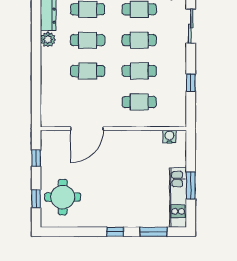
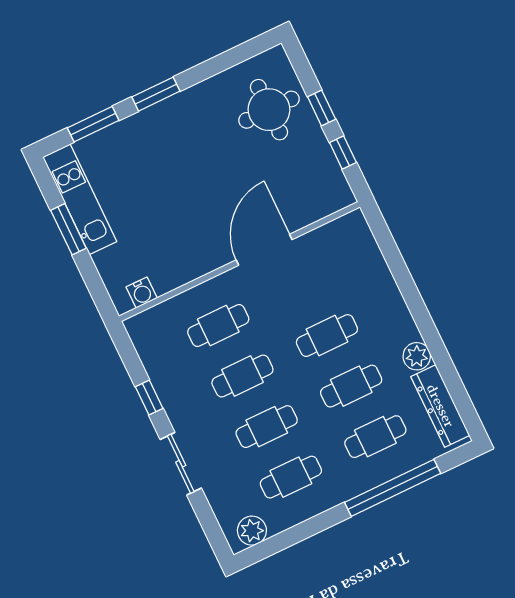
sliding door: (191, 26) -> (181, 464), moved
door: (87, 129) -> (264, 250), moved
window: (36, 199) -> (322, 108), moved
window: (115, 232) -> (156, 94), width x1.50

